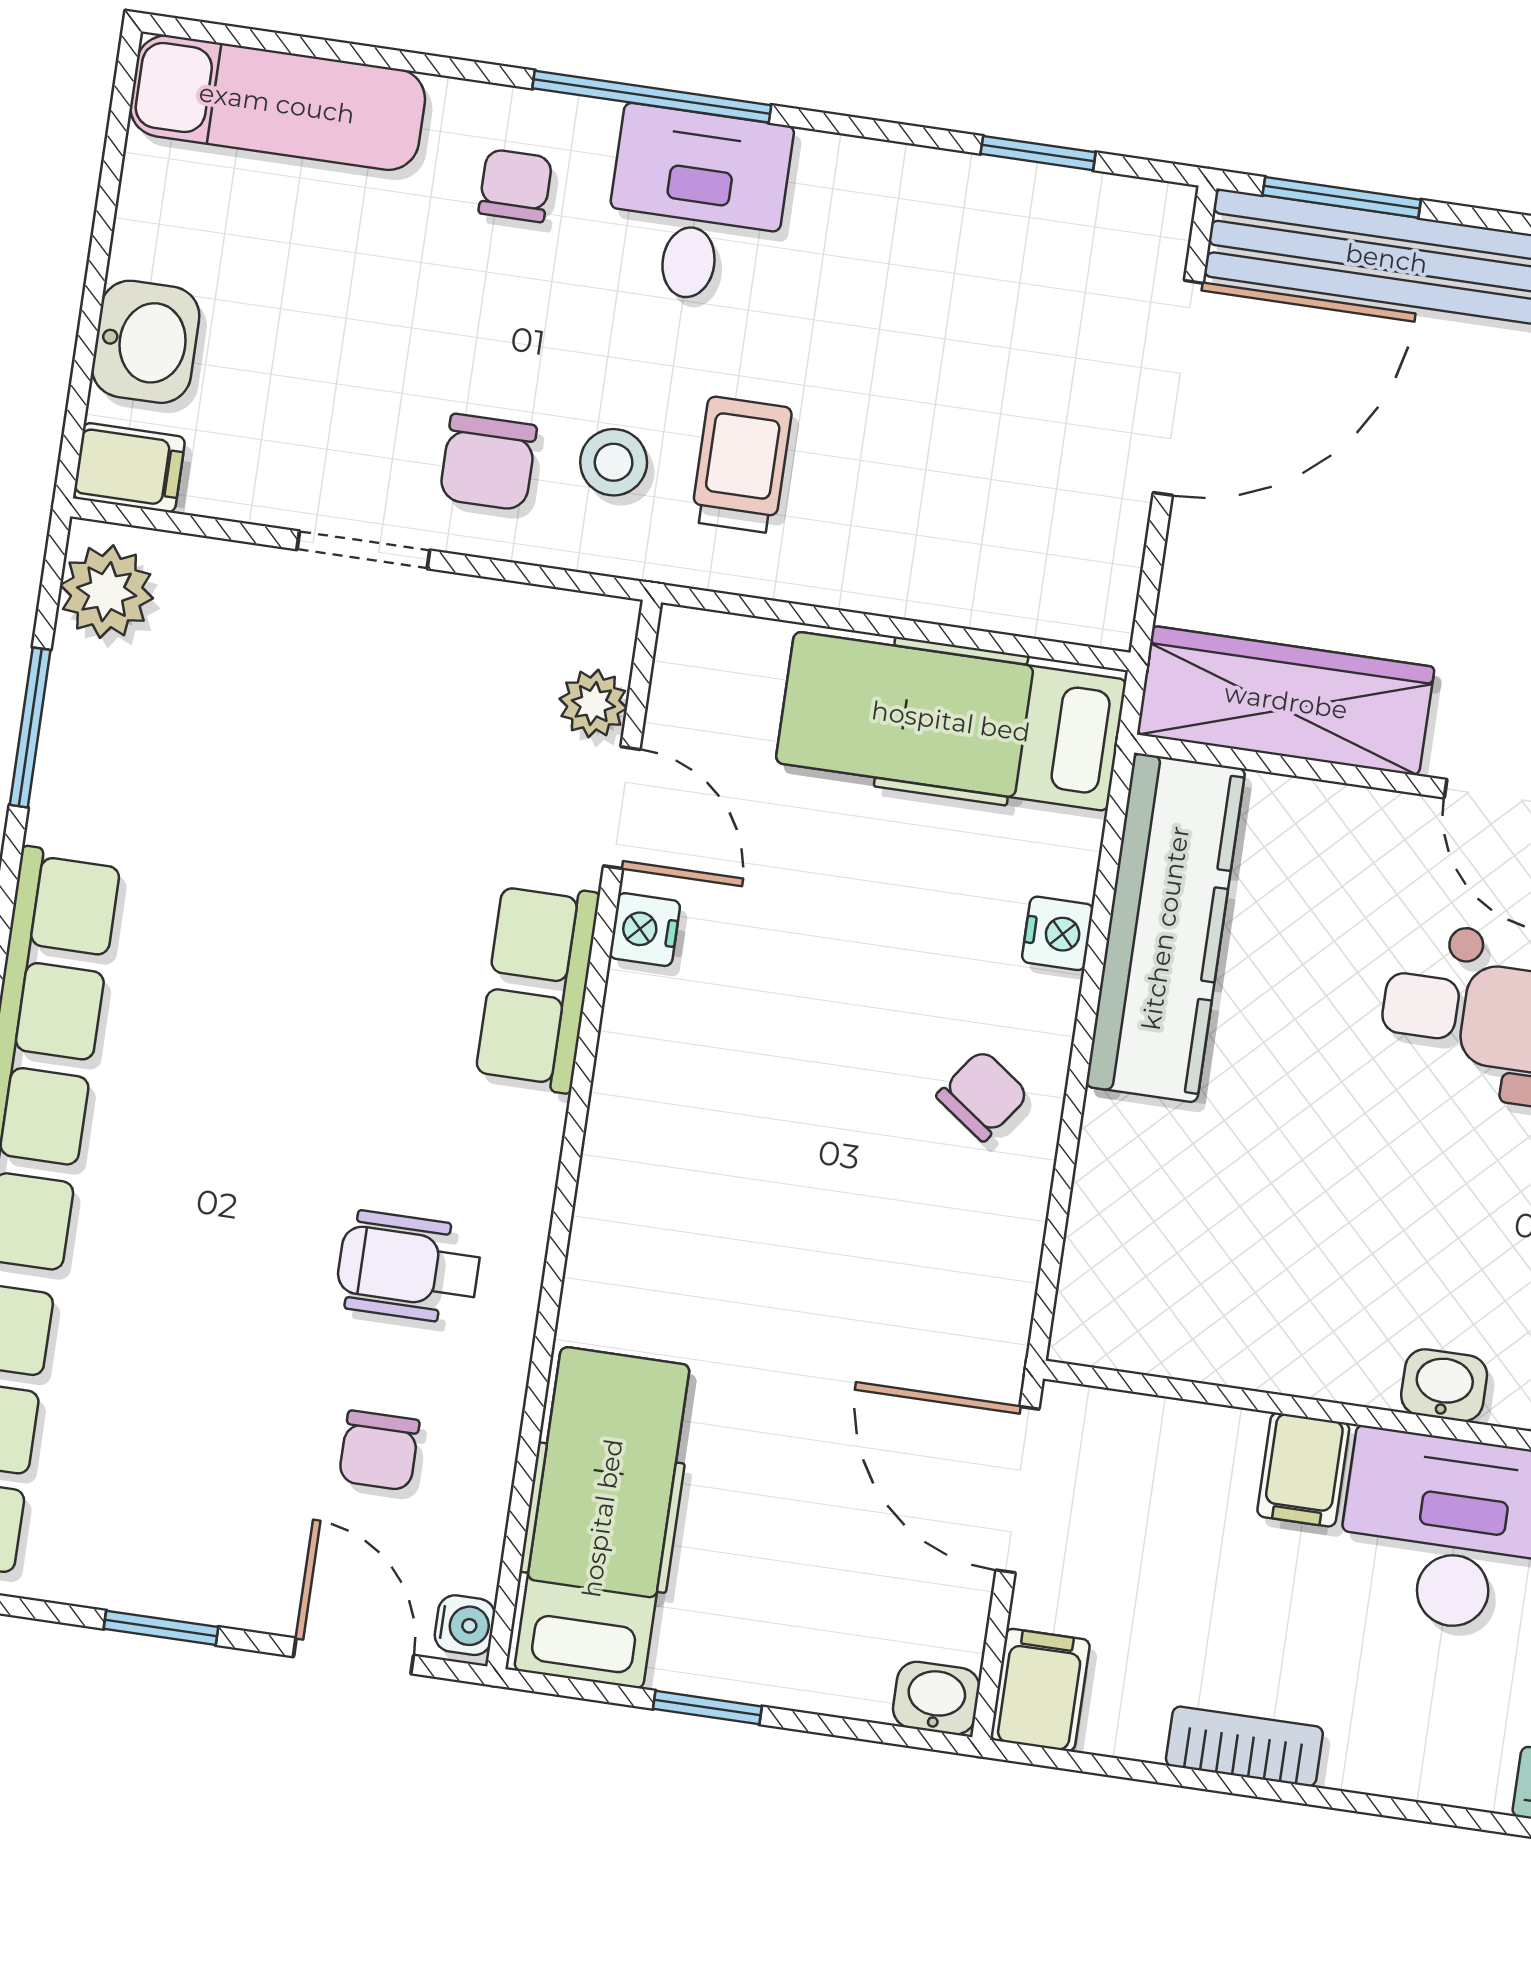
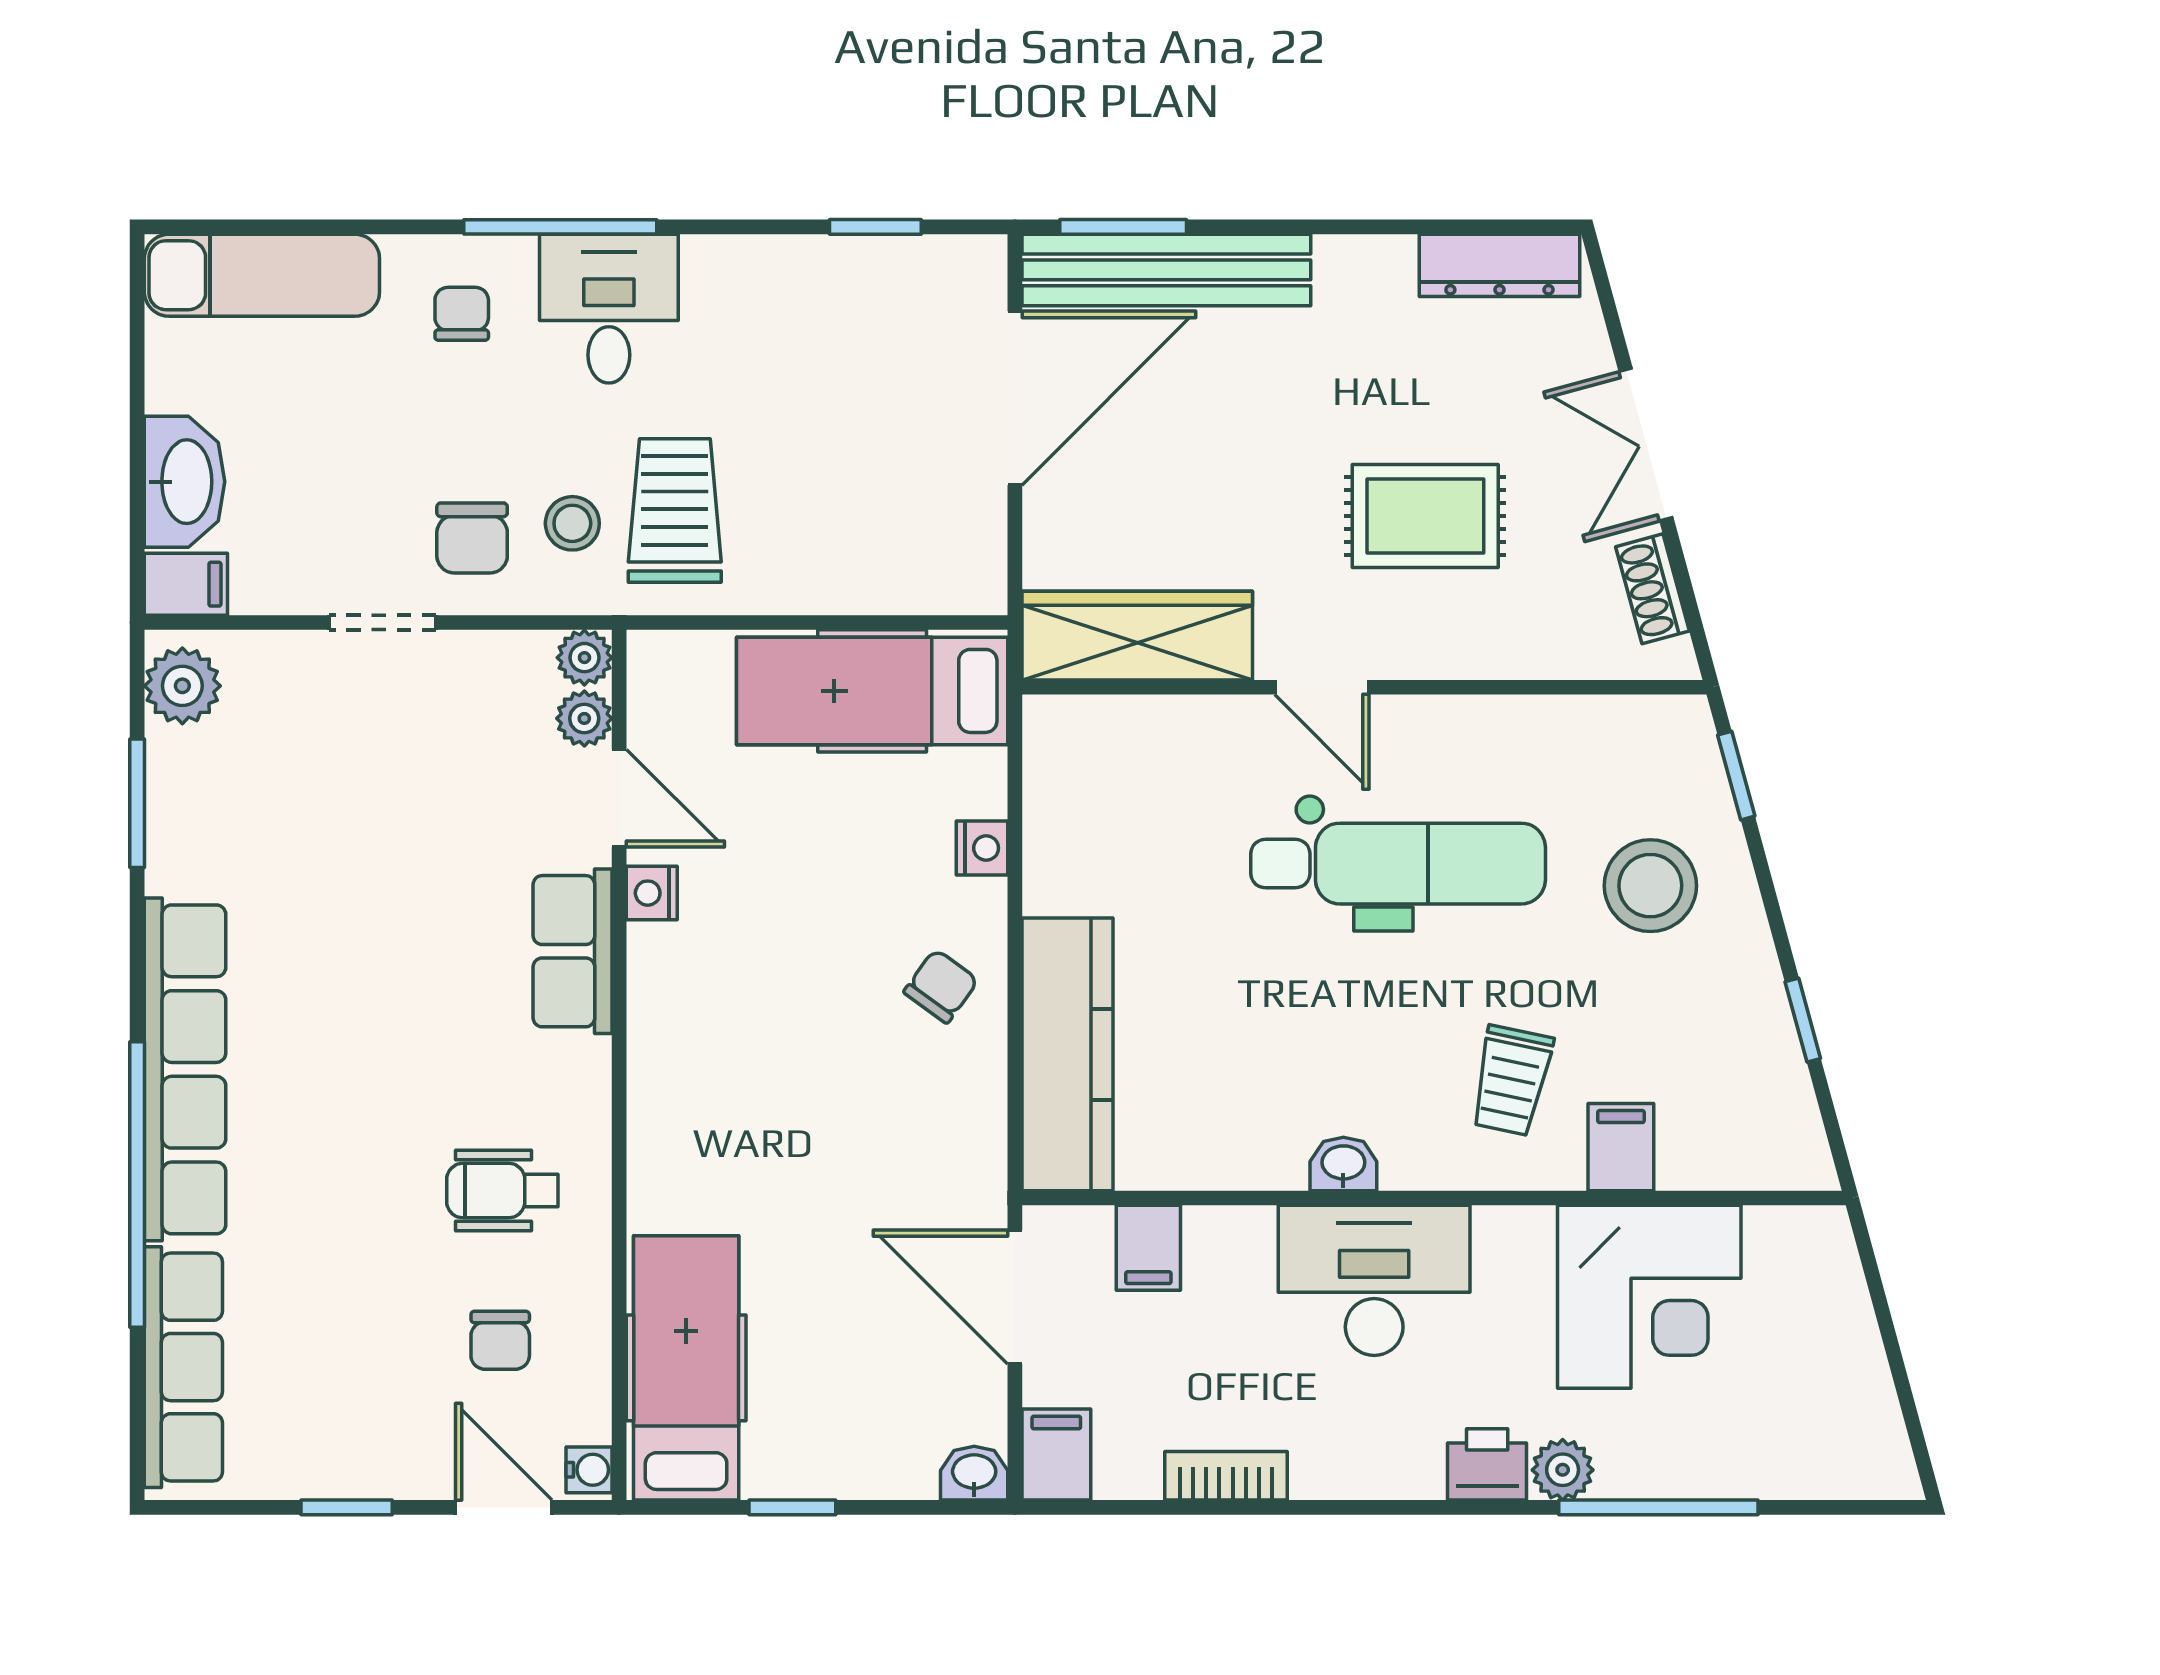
washbasin: (146, 342) -> (184, 482), width x1.38
trolley: (741, 465) -> (675, 510), width x1.36, depth x1.39
plant: (604, 629) -> (584, 658), added
kitchen counter: (1165, 928) -> (1067, 1054), moved
filing cabinet: (1303, 1470) -> (1148, 1248), moved

